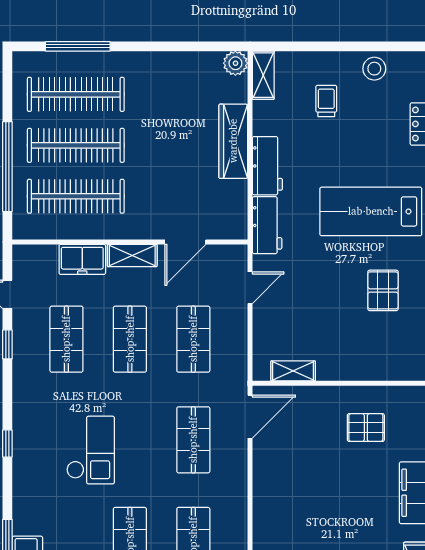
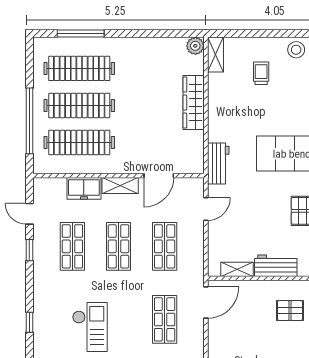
workbench: (267, 166) -> (276, 266), moved, turned -90

